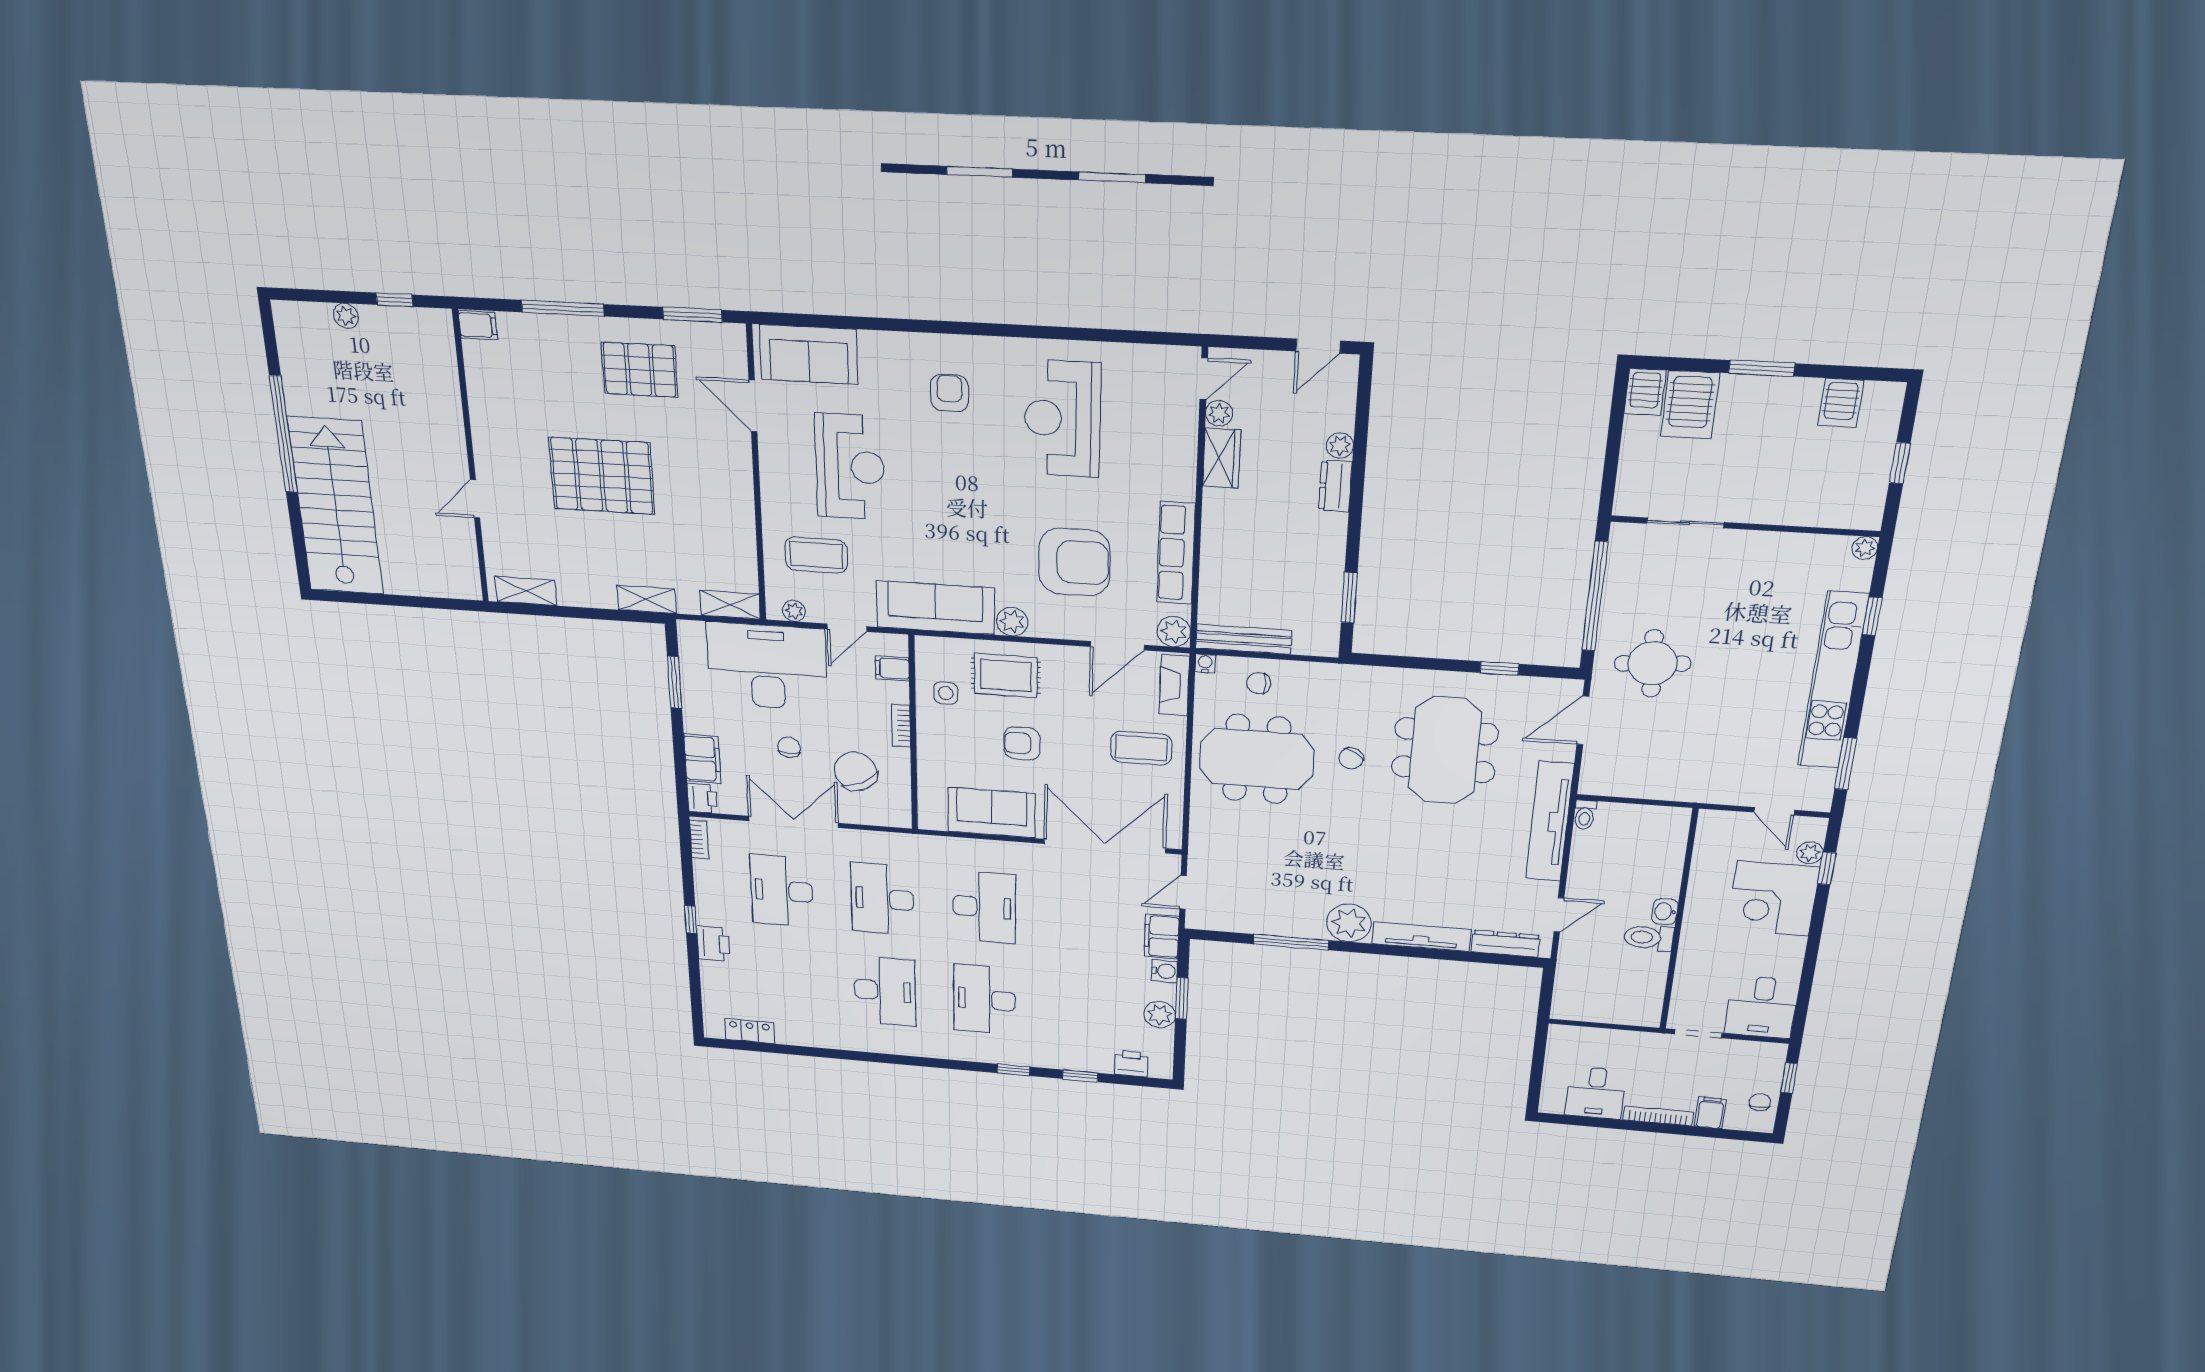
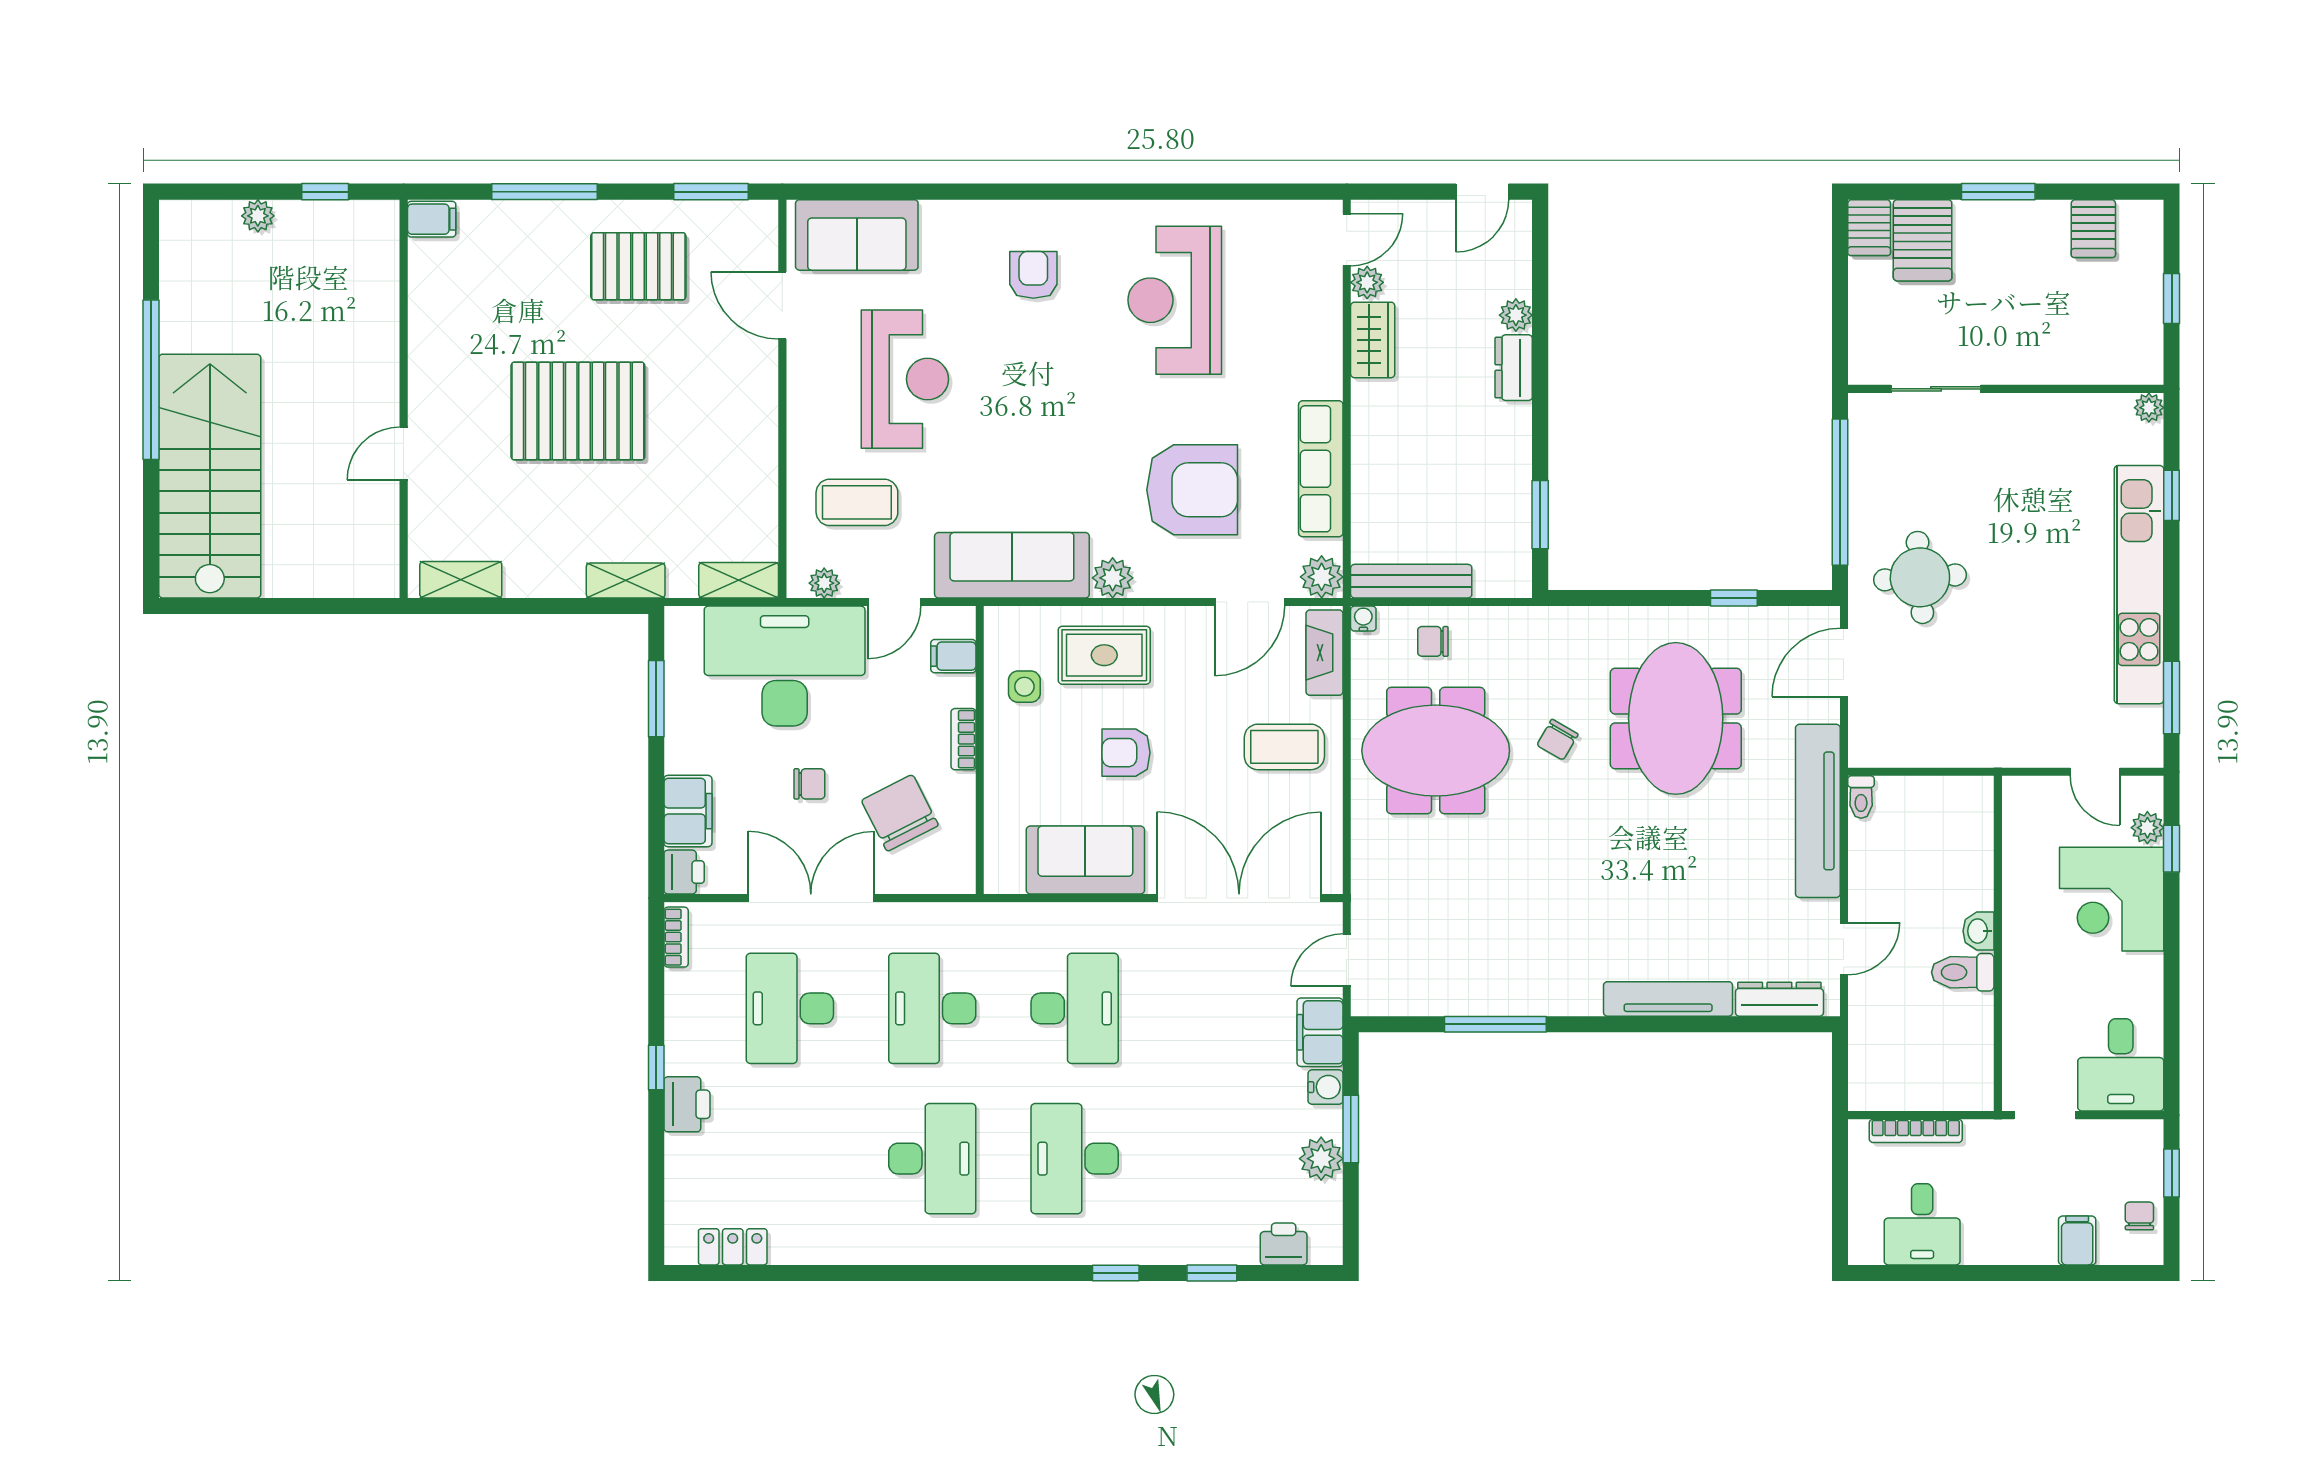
chair: (789, 747) -> (809, 784), turned 90
plant: (1349, 923) -> (1571, 987), removed
bookcase: (1658, 1116) -> (1916, 1131), moved, turned 180

